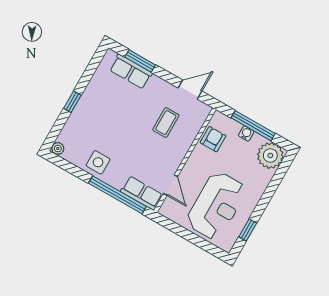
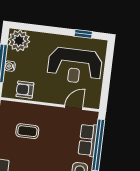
row of seats: (142, 193) -> (88, 140), moved
reception desk: (216, 206) -> (75, 66), turned 180

